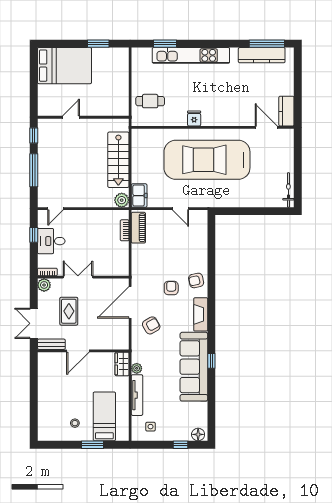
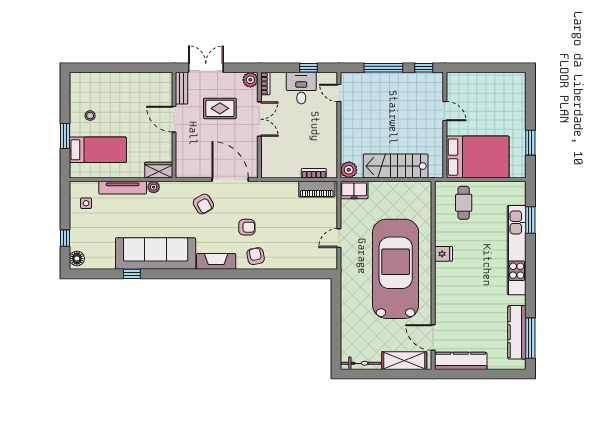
bed: (64, 66) -> (478, 157), moved, turned -90
kitchen counter: (286, 111) -> (461, 361), width x1.50
door: (266, 127) -> (433, 338), swing flipped
shelving: (286, 152) -> (404, 361), added
window: (211, 361) -> (132, 274), moved

